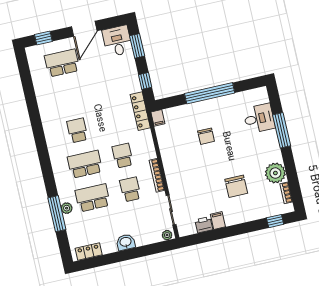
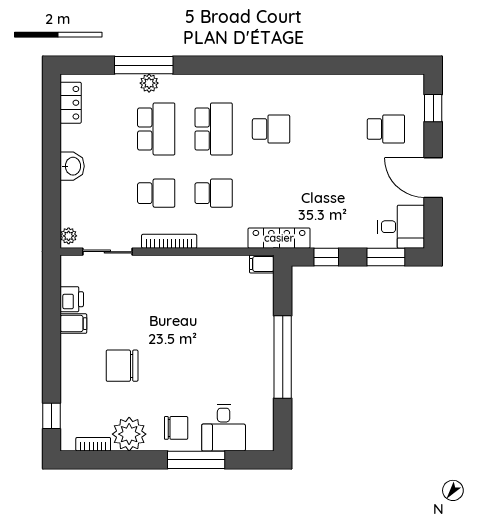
school desk: (62, 63) -> (386, 129), width x0.54
chair: (206, 136) -> (176, 428), moved, turned 180

